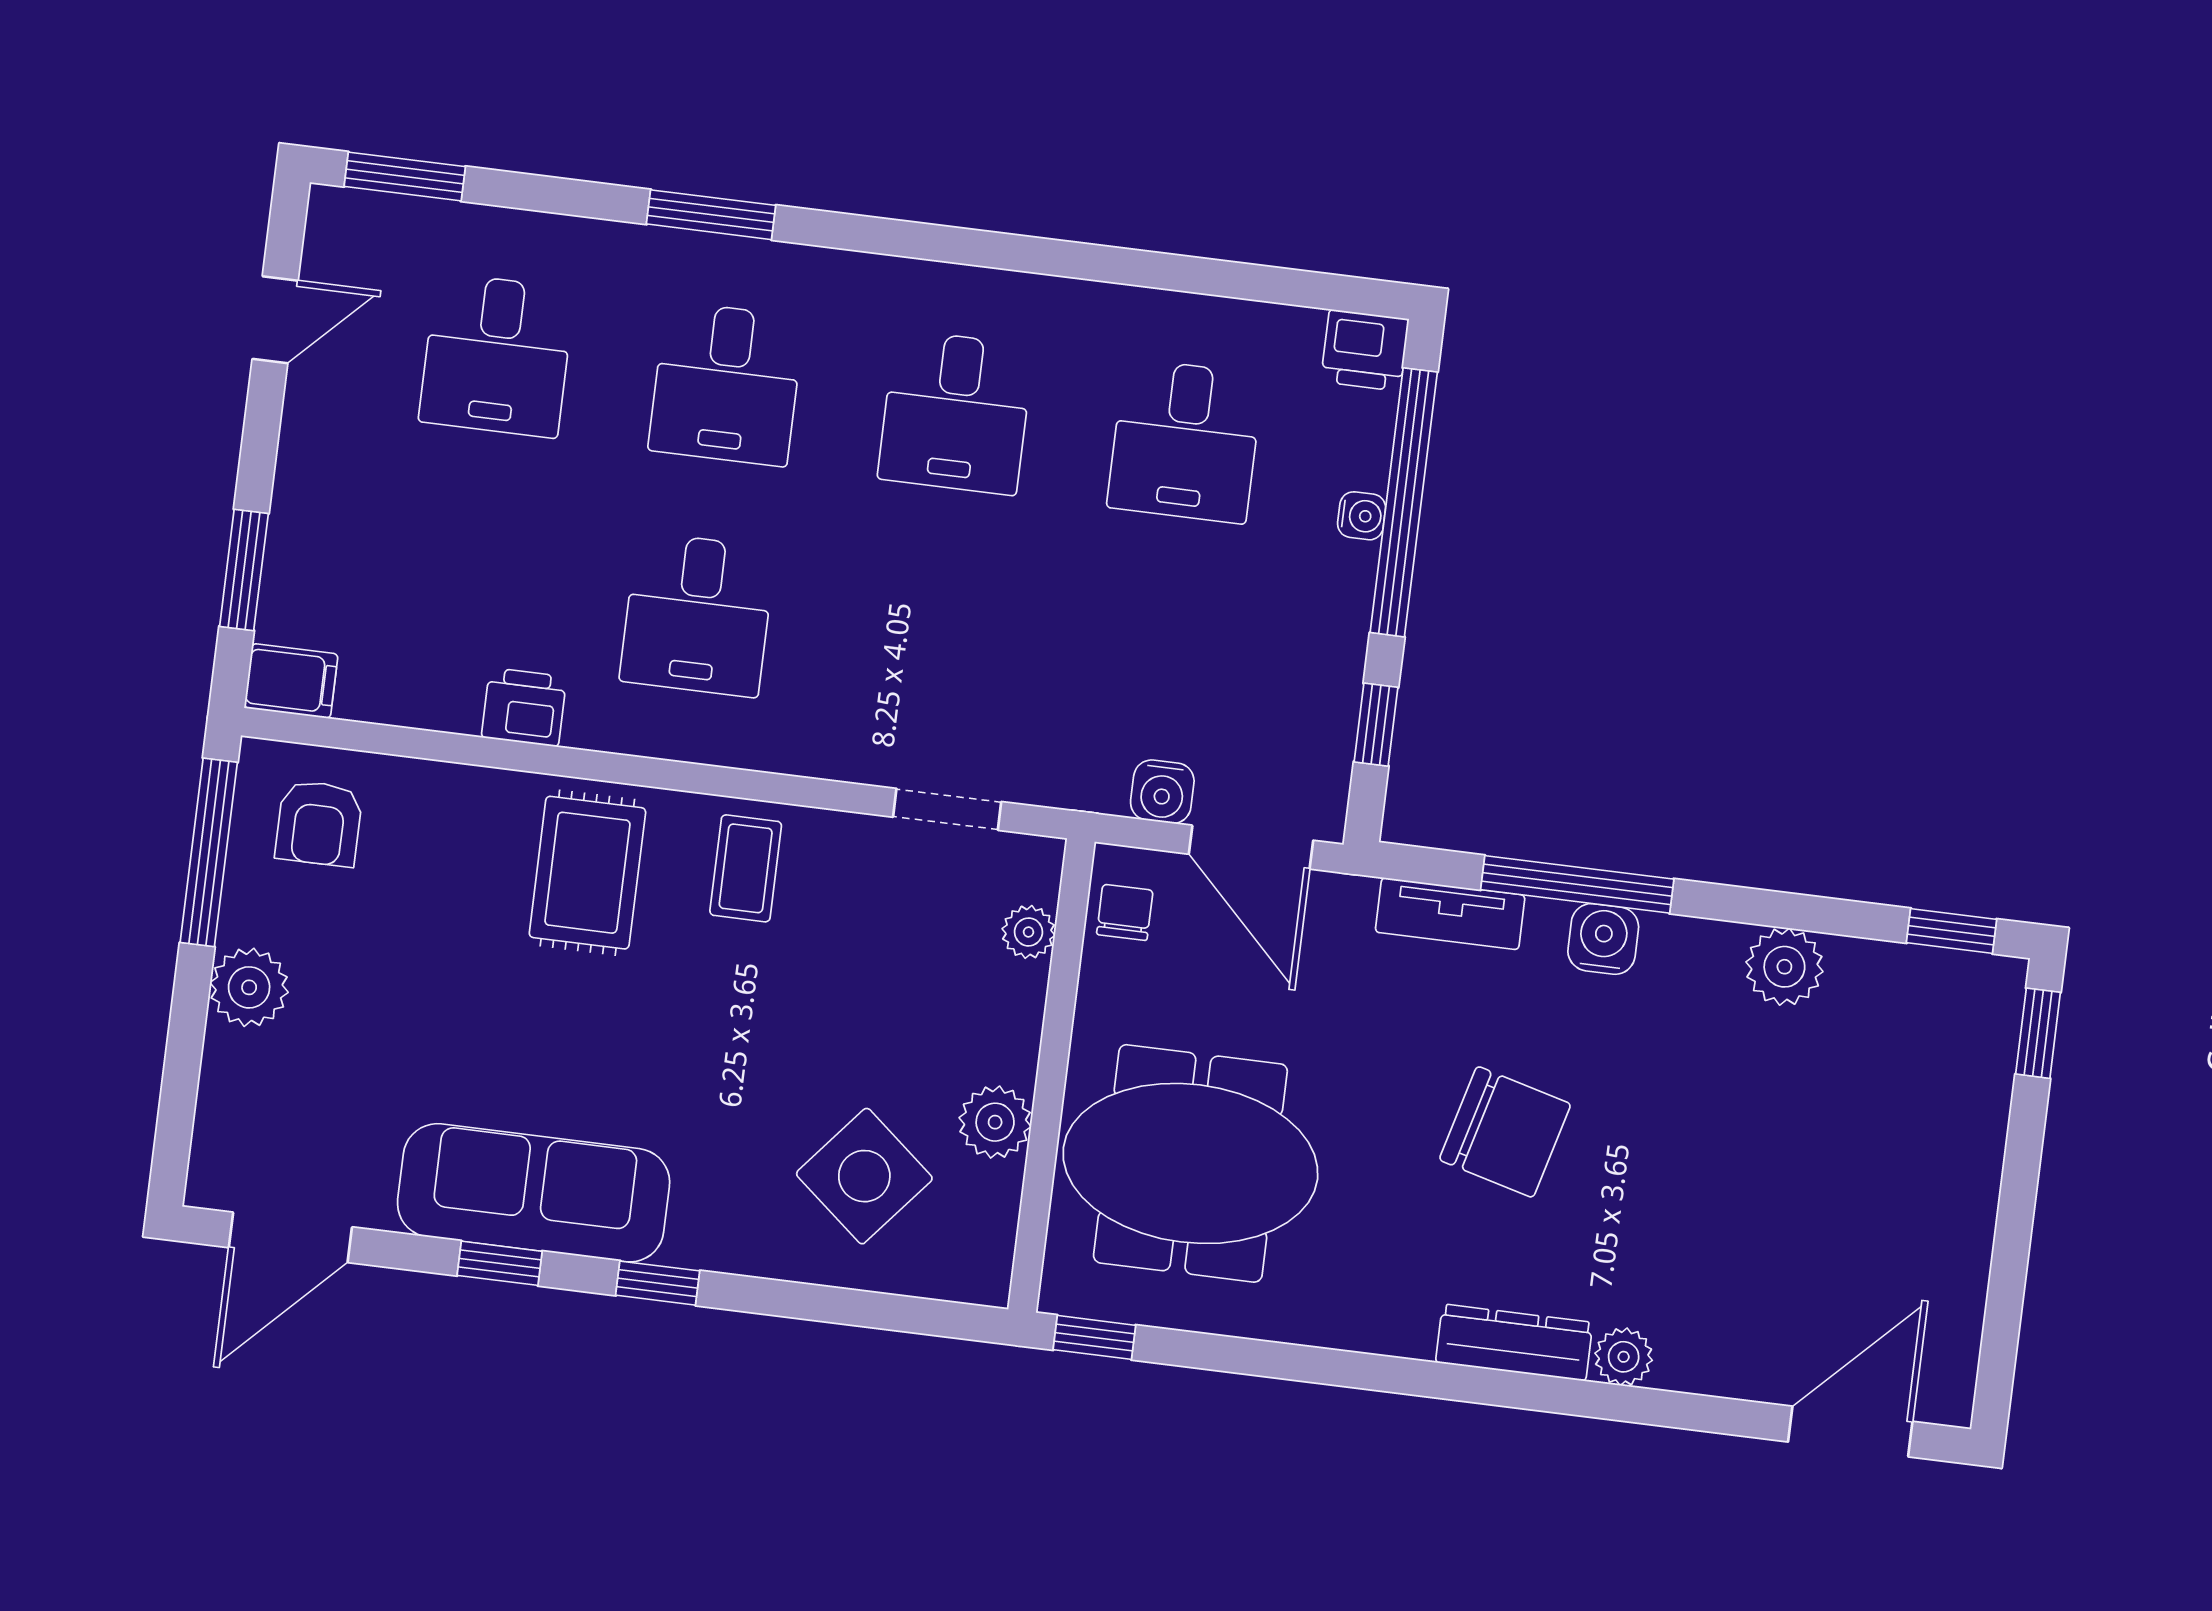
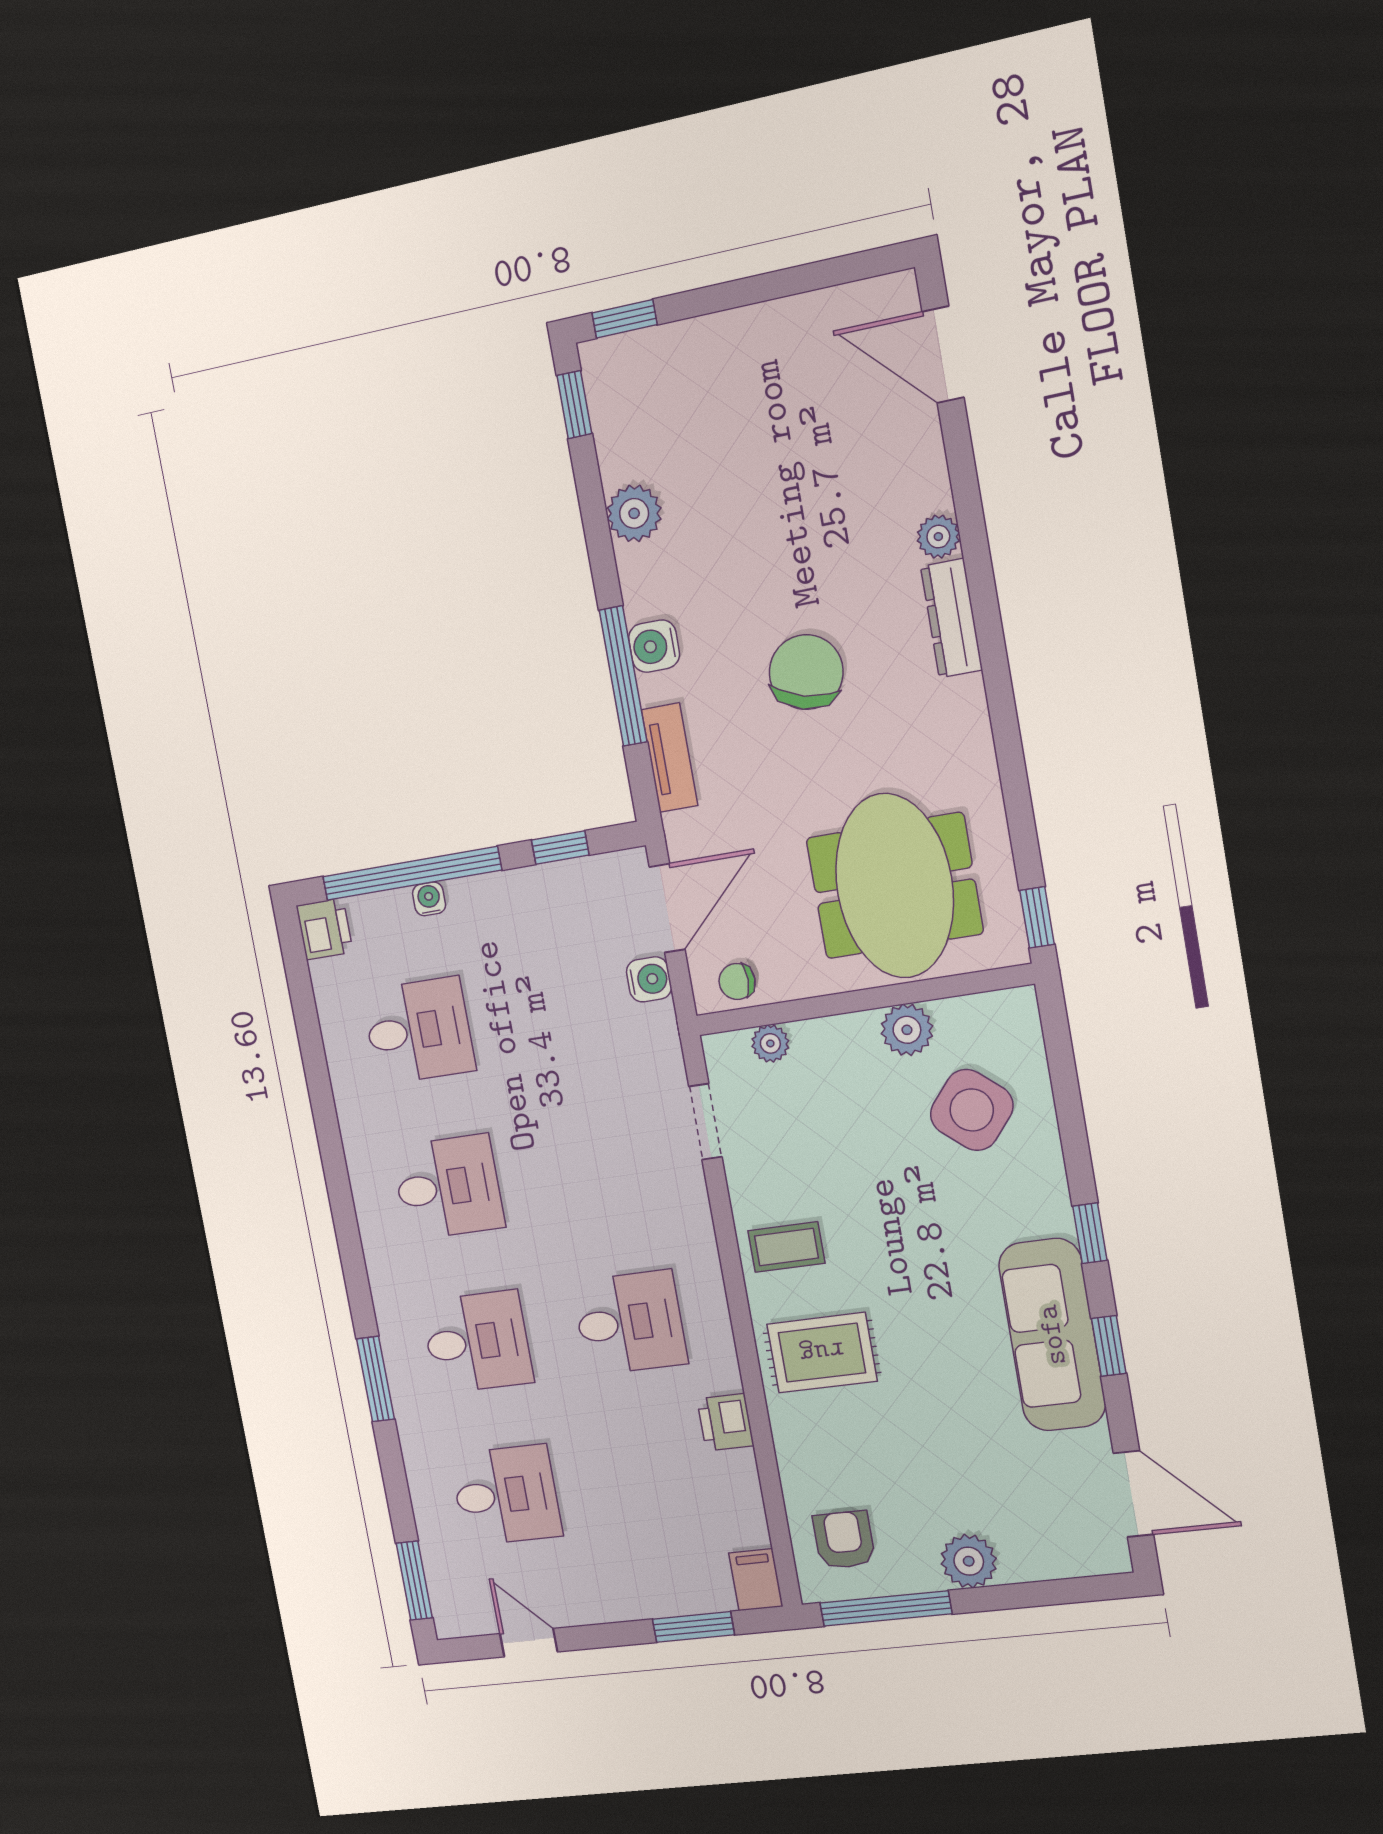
armchair: (319, 823) -> (844, 1540), turned -90

